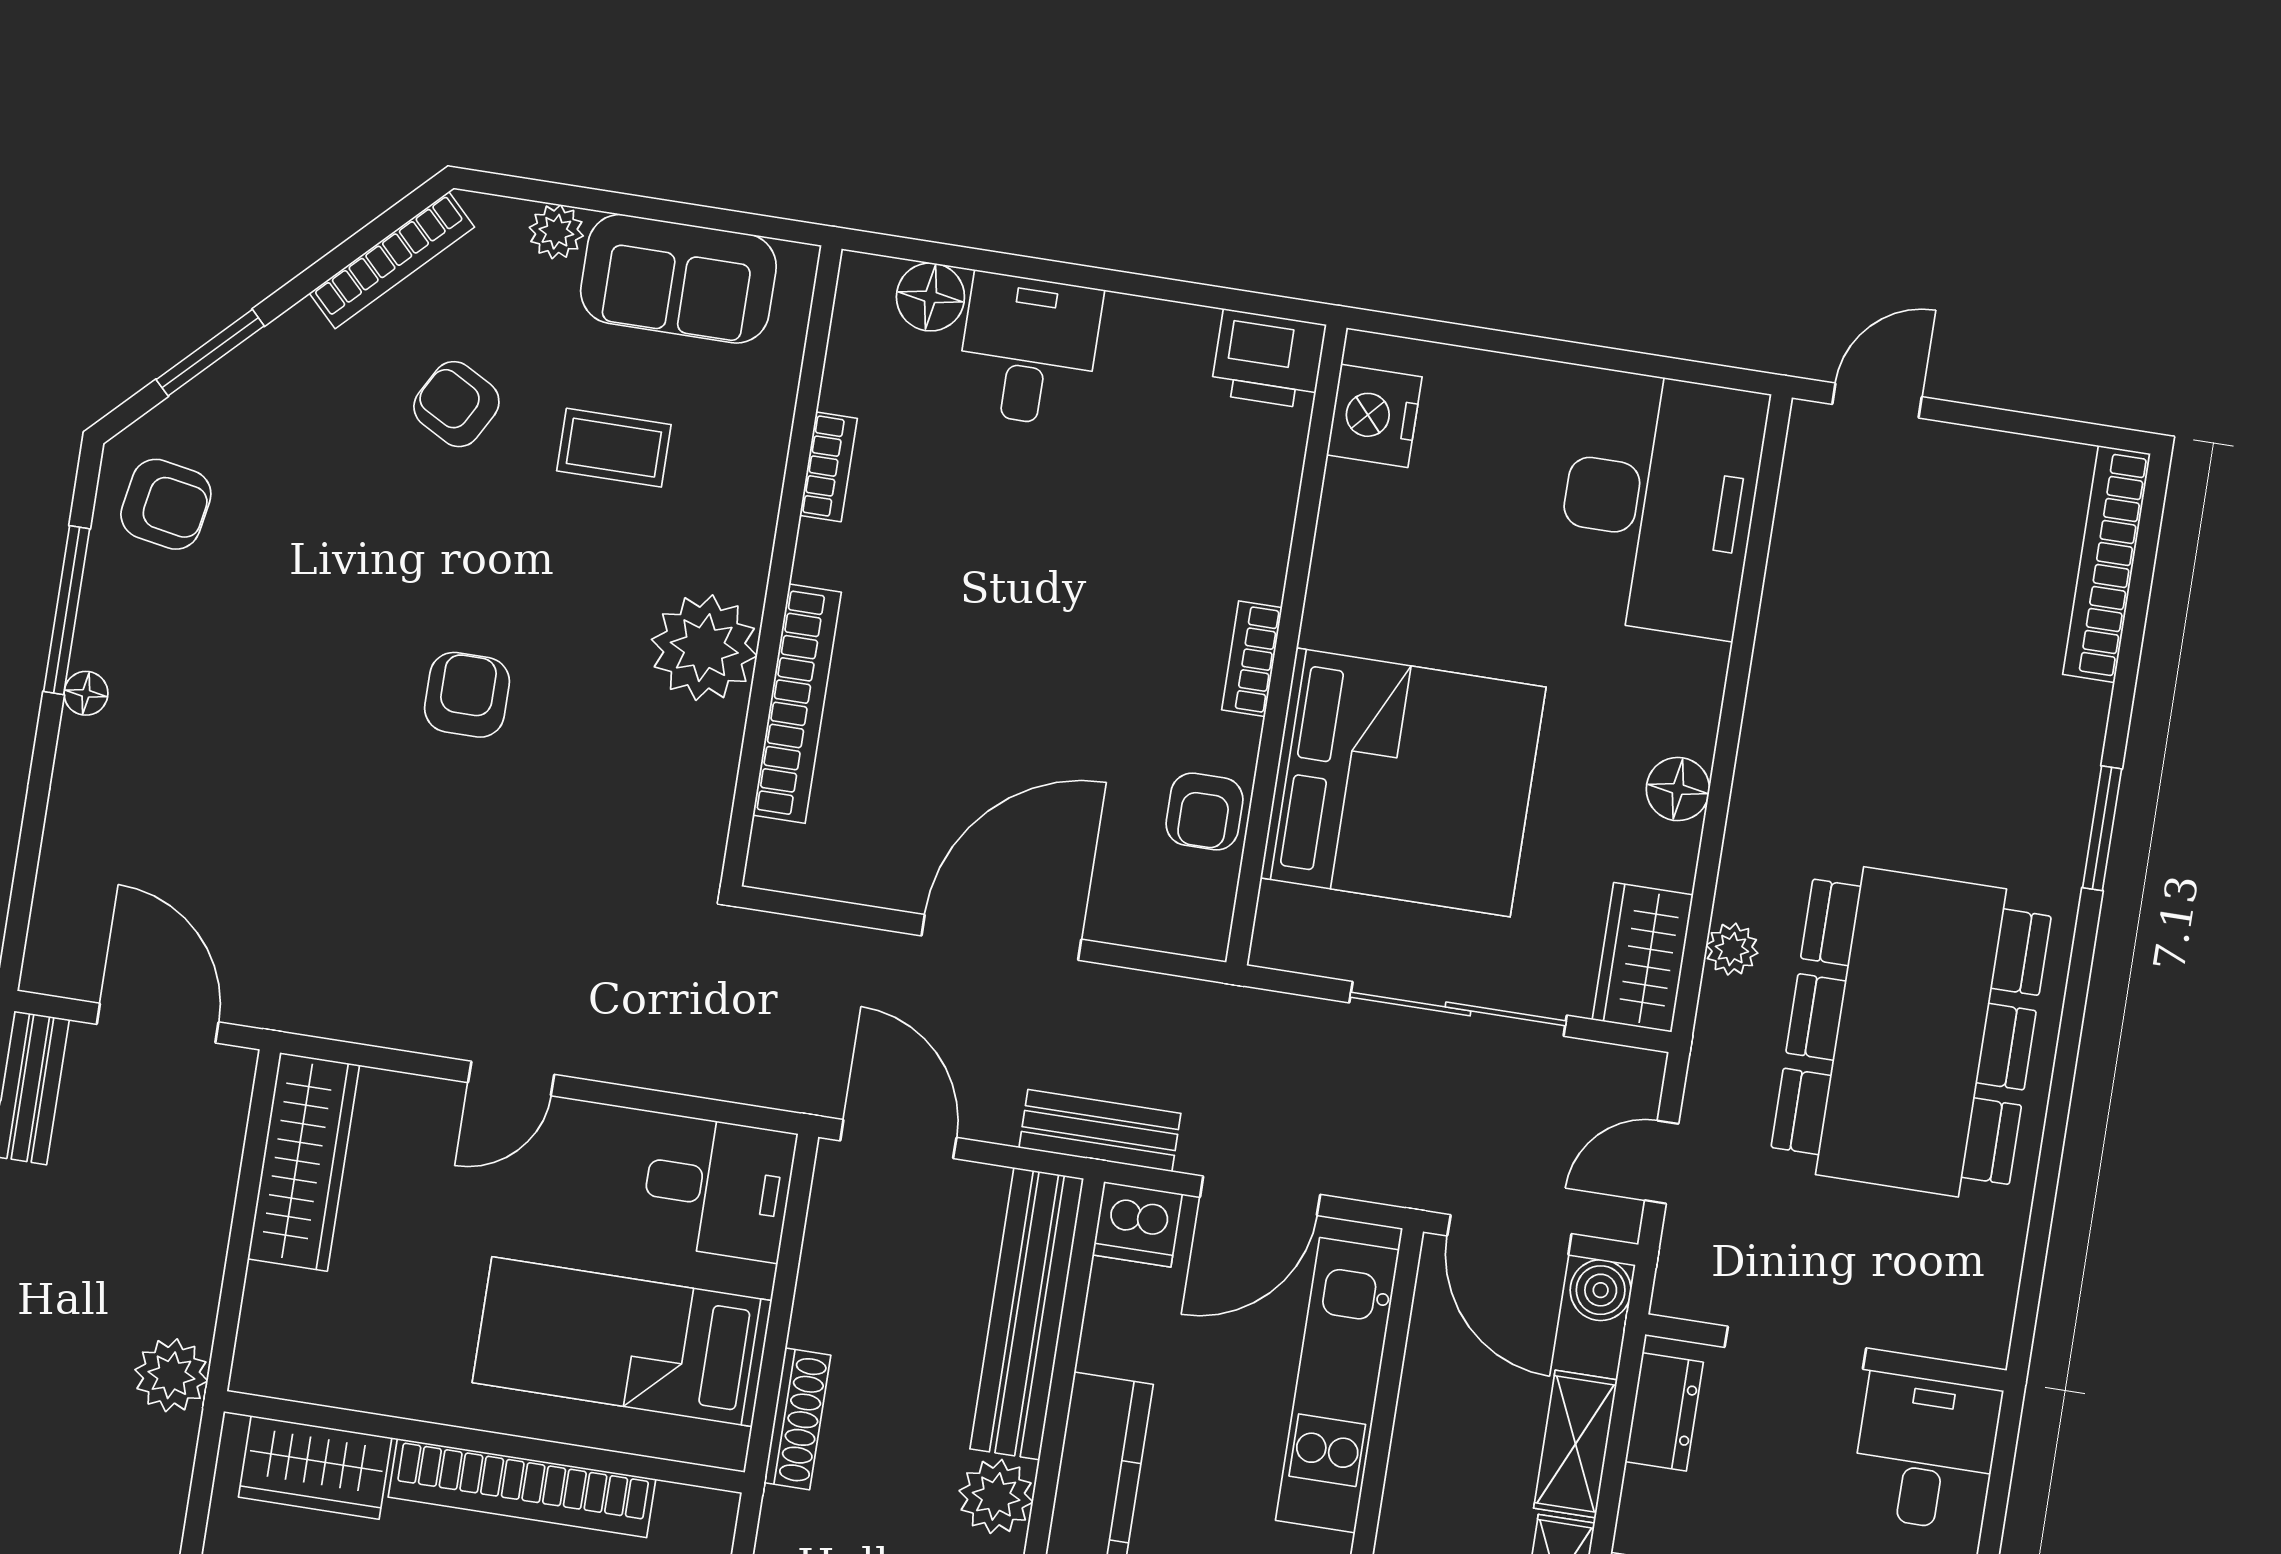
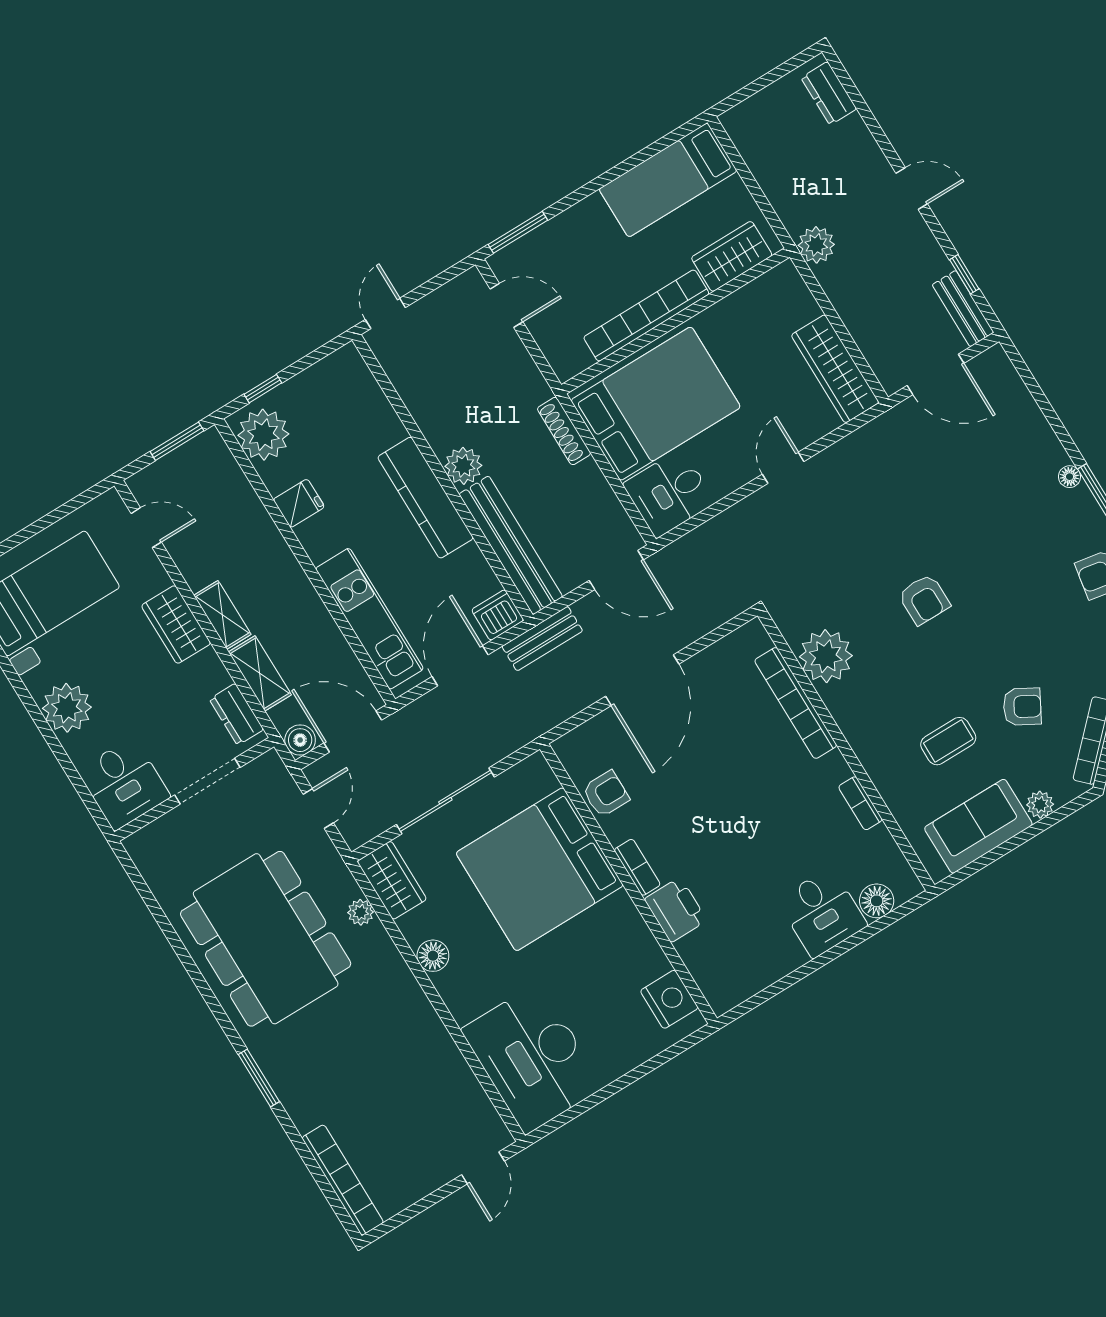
printer: (1268, 359) -> (676, 910), moved, turned 90
plant: (704, 648) -> (826, 656), moved
armchair: (1204, 812) -> (606, 794), turned 90
bed: (622, 1342) -> (656, 404), width x1.50

